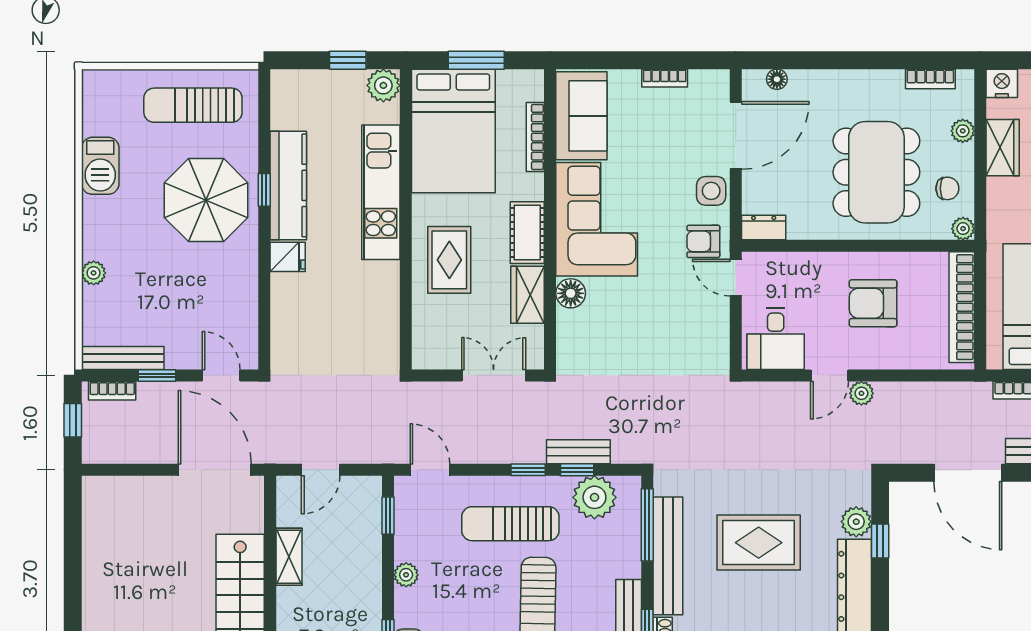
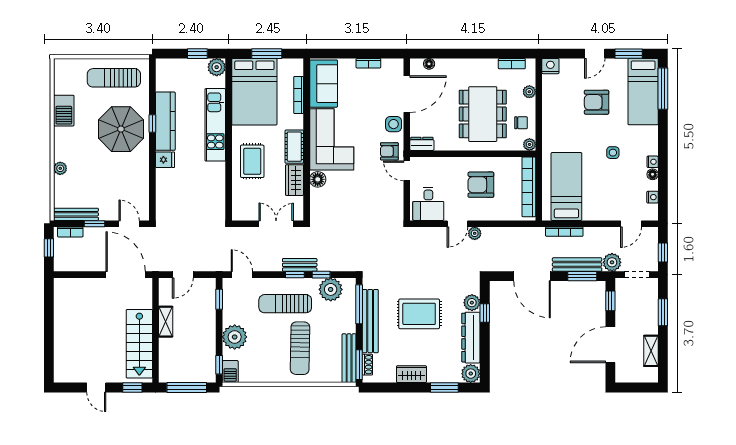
wardrobe: (1003, 148) -> (551, 101), removed
bench: (578, 452) -> (300, 265), moved
plant: (406, 575) -> (235, 337), width x1.88, depth x1.88

